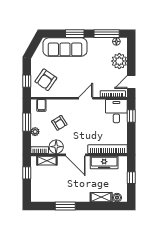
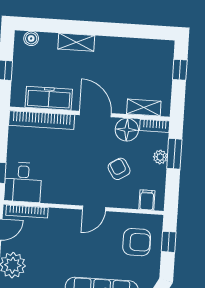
armchair: (46, 80) -> (137, 242), turned 55
door: (86, 98) -> (94, 208), moved
window: (27, 122) -> (174, 154), moved
window: (27, 173) -> (180, 70), moved
shelving: (101, 197) -> (76, 42), moved
window: (65, 206) -> (118, 30), removed

